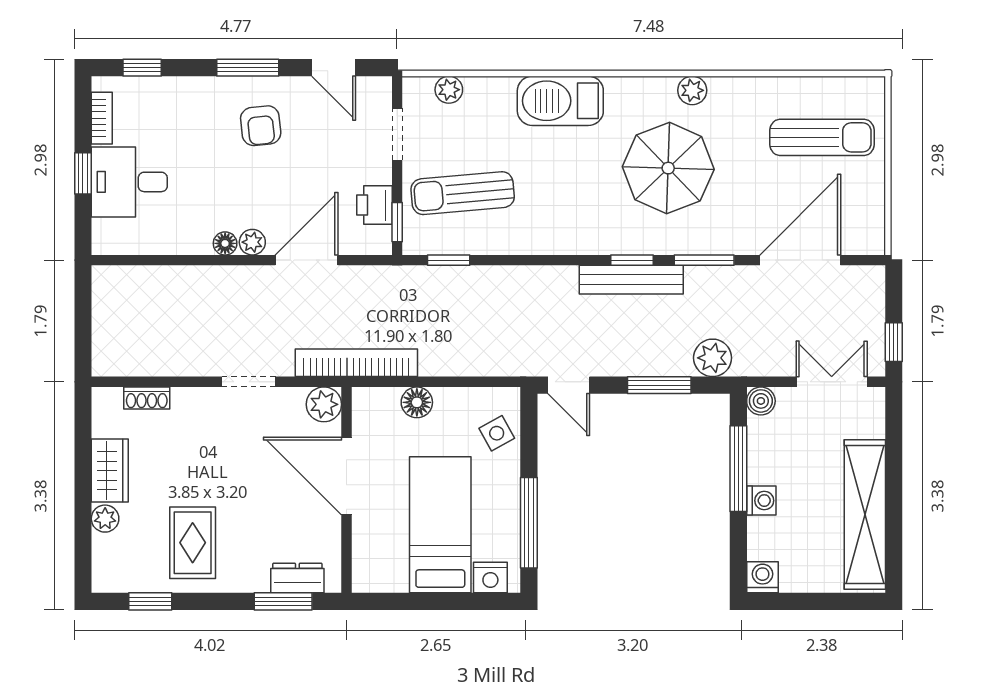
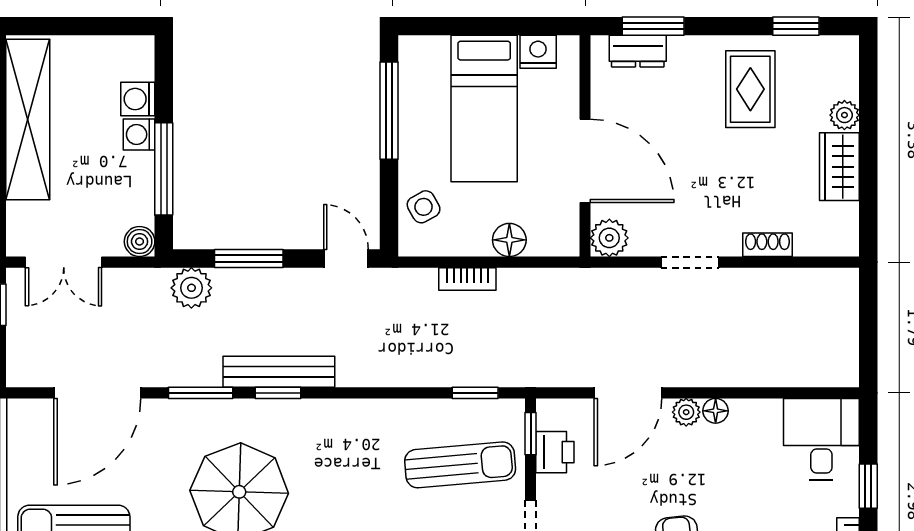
desk: (129, 182) -> (821, 439), moved, turned -90
bookcase: (356, 363) -> (467, 279), moved, width x0.43, depth x0.76
shoe rack: (147, 398) -> (768, 245), moved
washing machine: (762, 577) -> (138, 99), moved, turned 90
nightstand: (490, 578) -> (538, 52), moved

